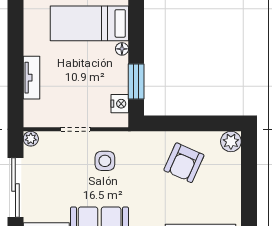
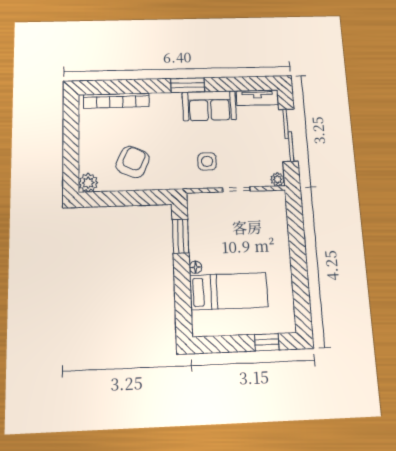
tv unit: (31, 78) -> (281, 236), removed
nightstand: (120, 104) -> (195, 215), removed

